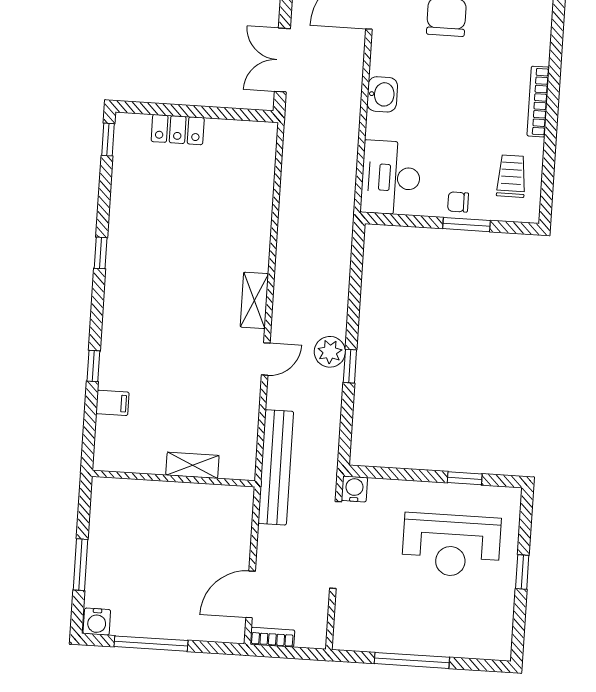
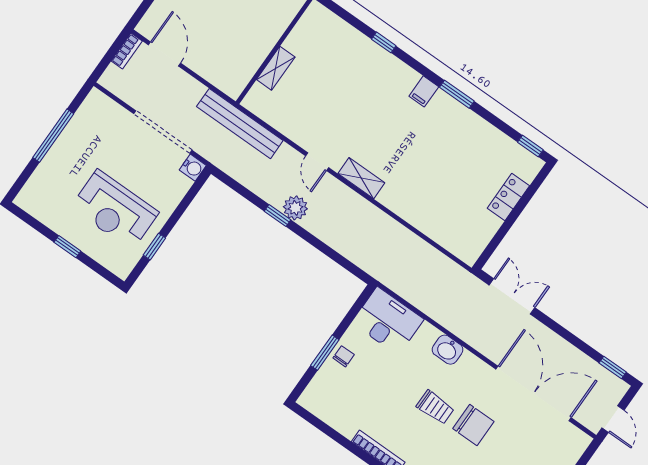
trolley: (511, 176) -> (435, 407), moved
window: (101, 253) -> (457, 94), width x1.50
filing cabinet: (112, 403) -> (424, 91), moved
reception desk: (451, 545) -> (115, 210), turned -90

